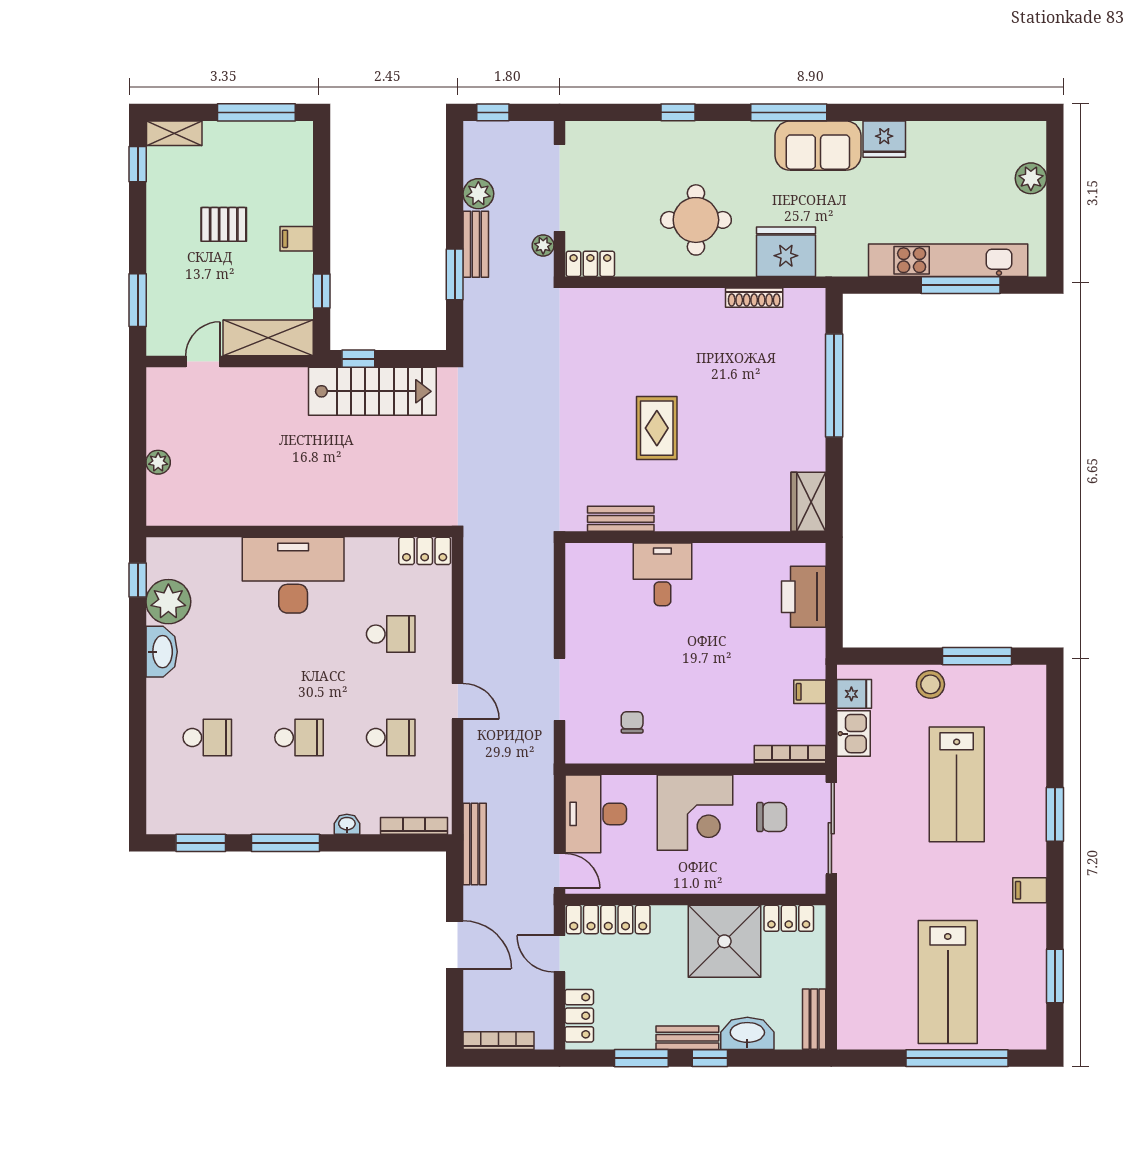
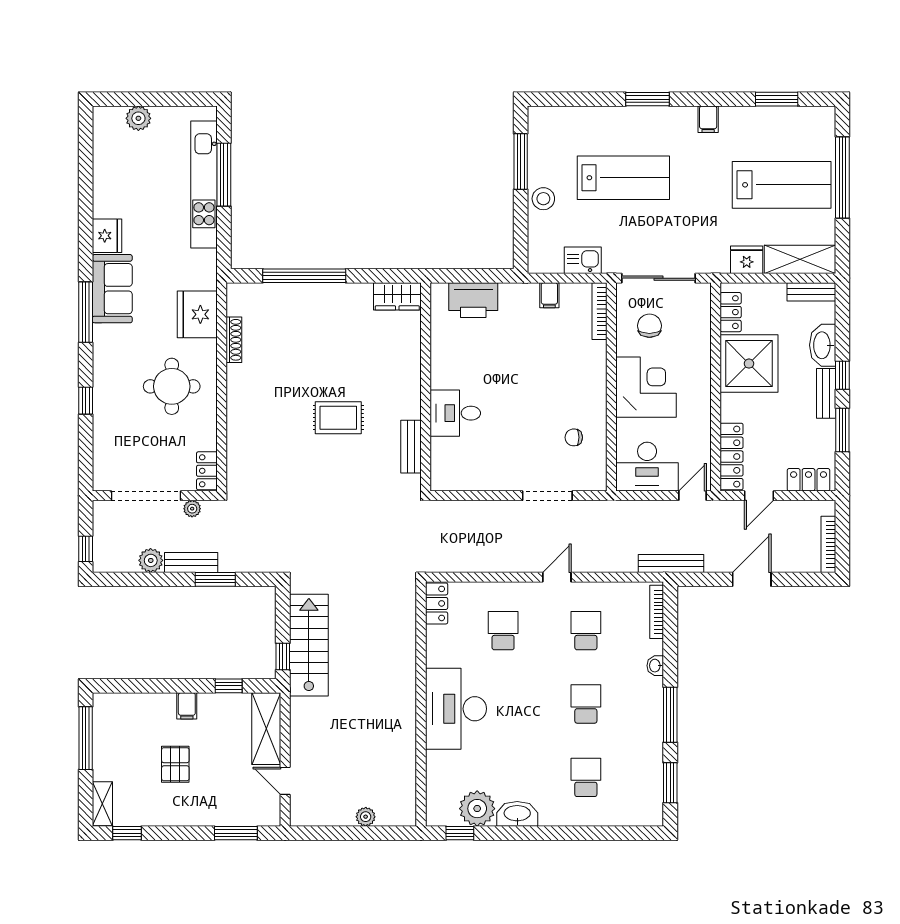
fridge: (854, 694) -> (747, 260), moved, width x1.38
shelving: (855, 1005) -> (800, 259), added

